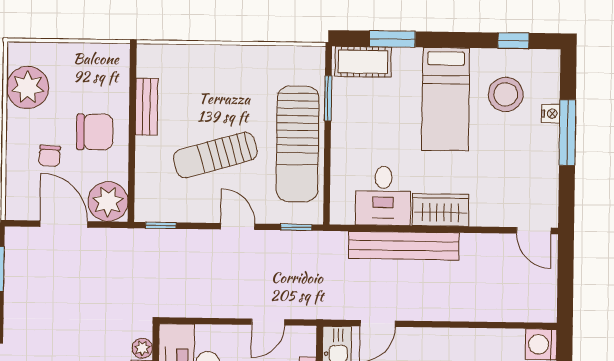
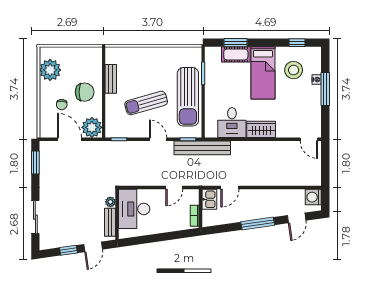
cot: (363, 62) -> (236, 54), moved
bench: (404, 246) -> (202, 148), moved

